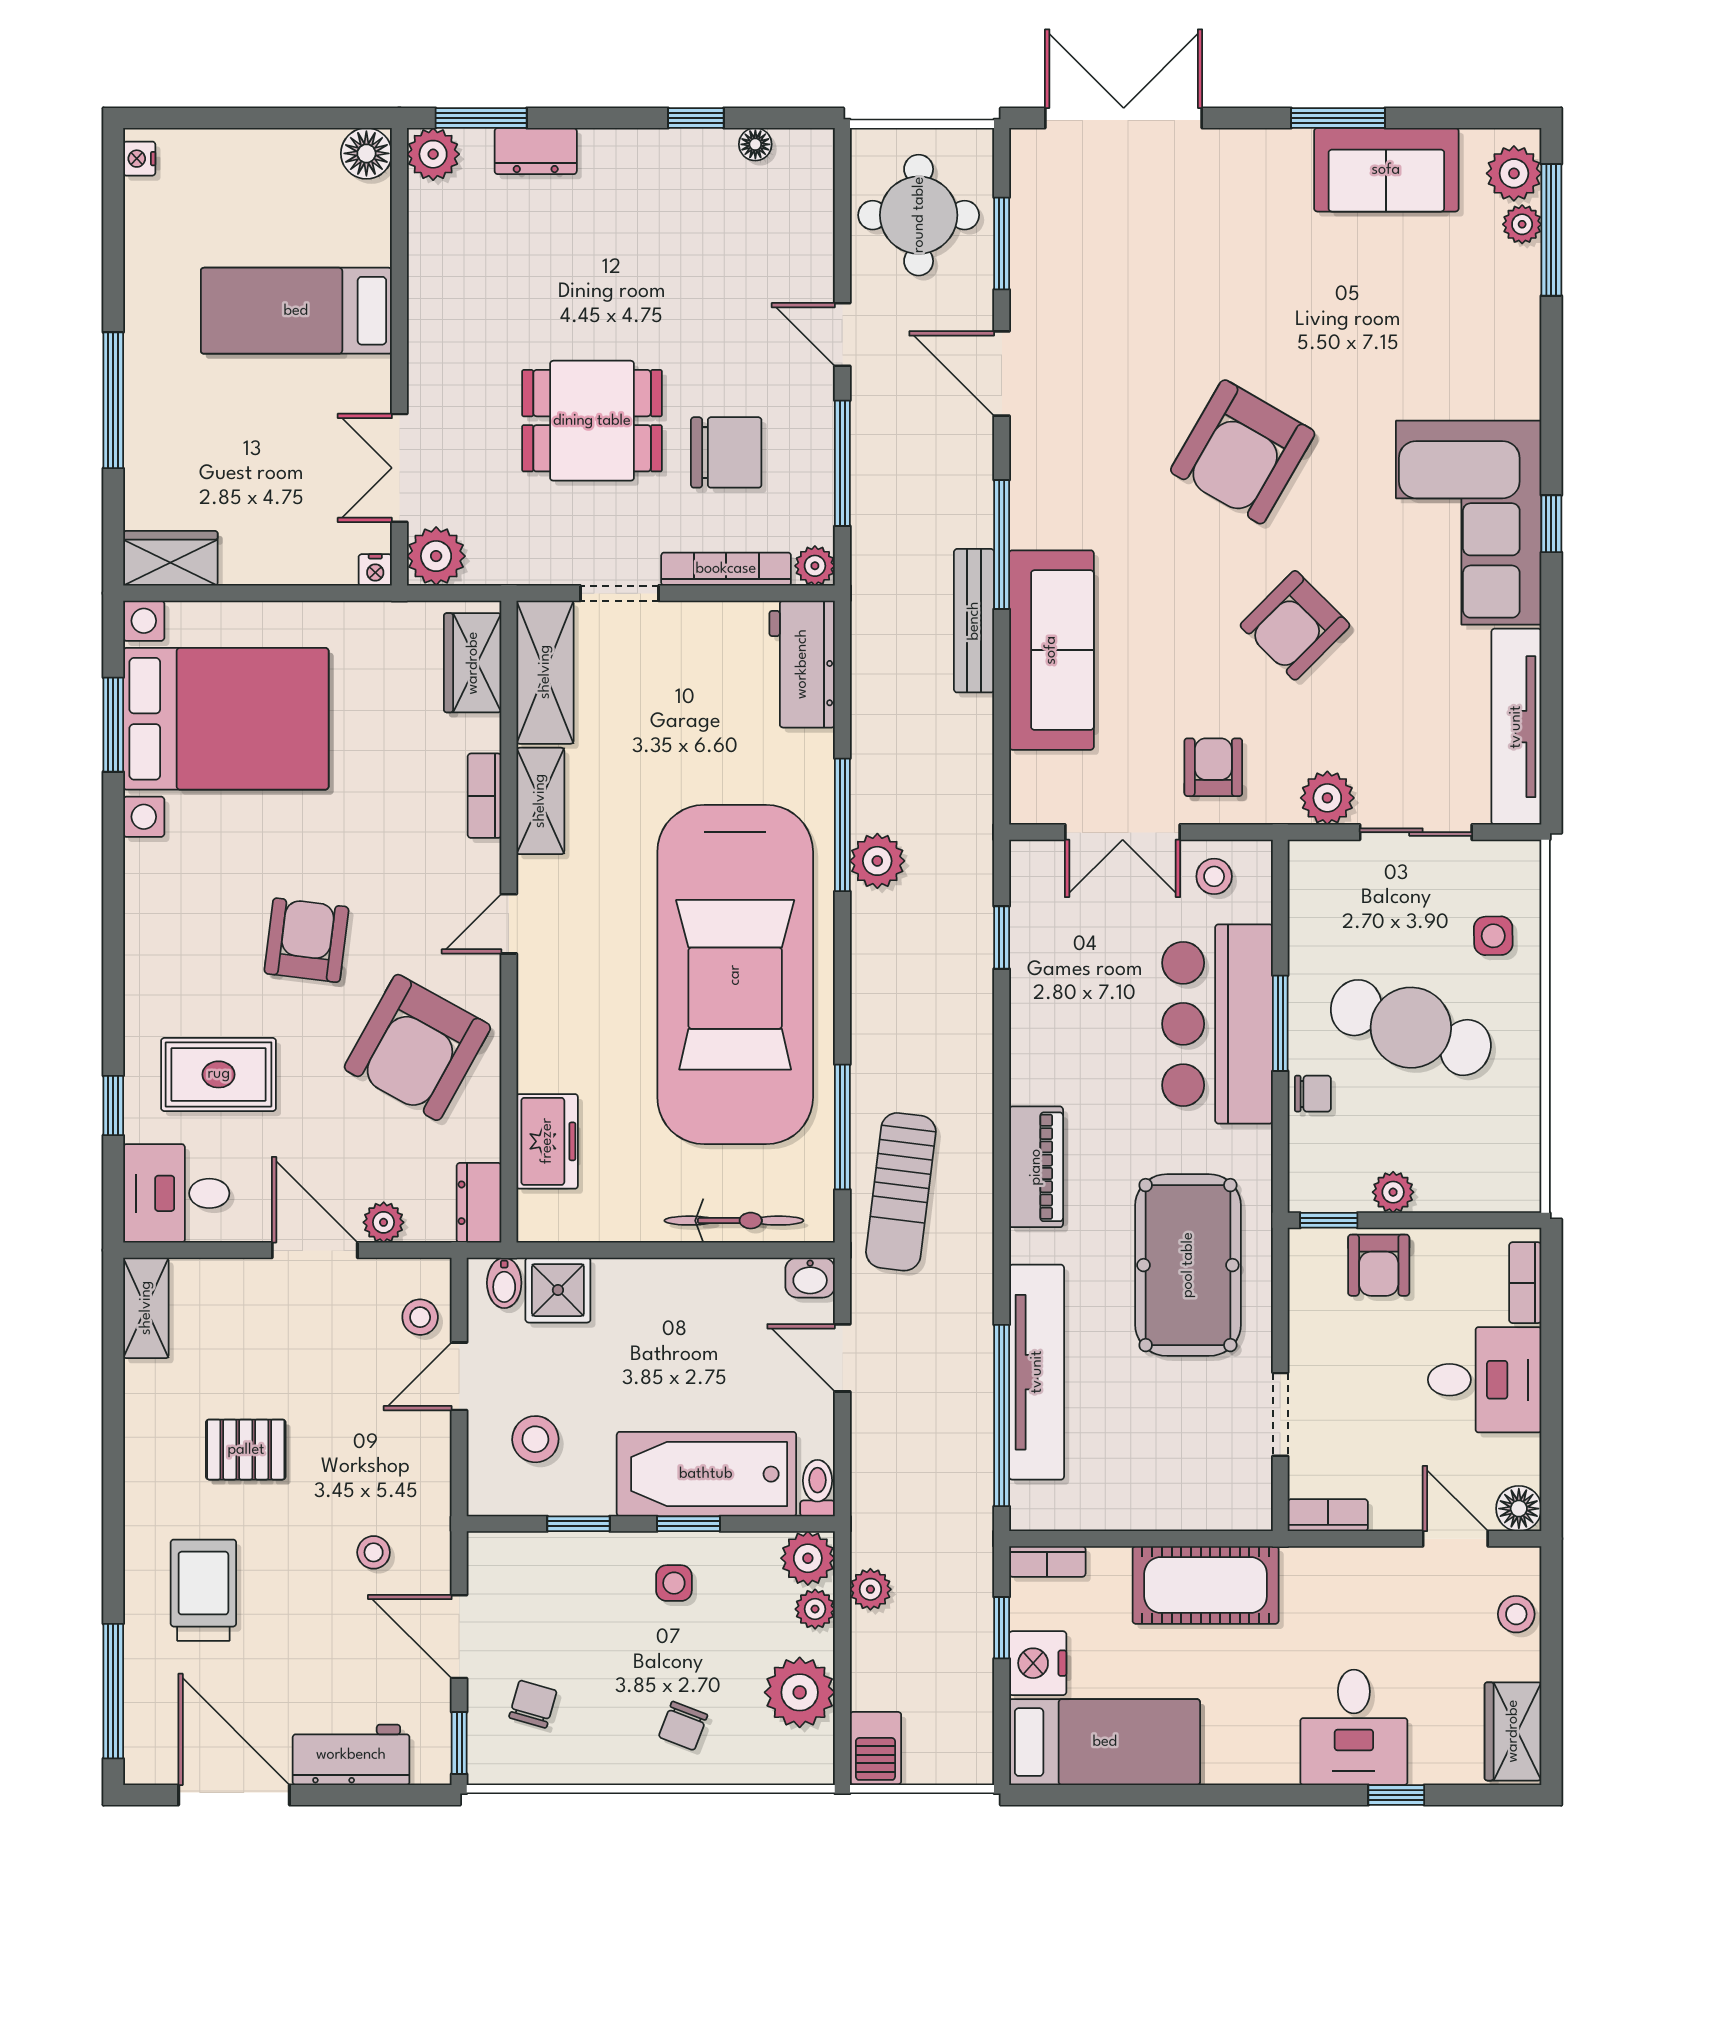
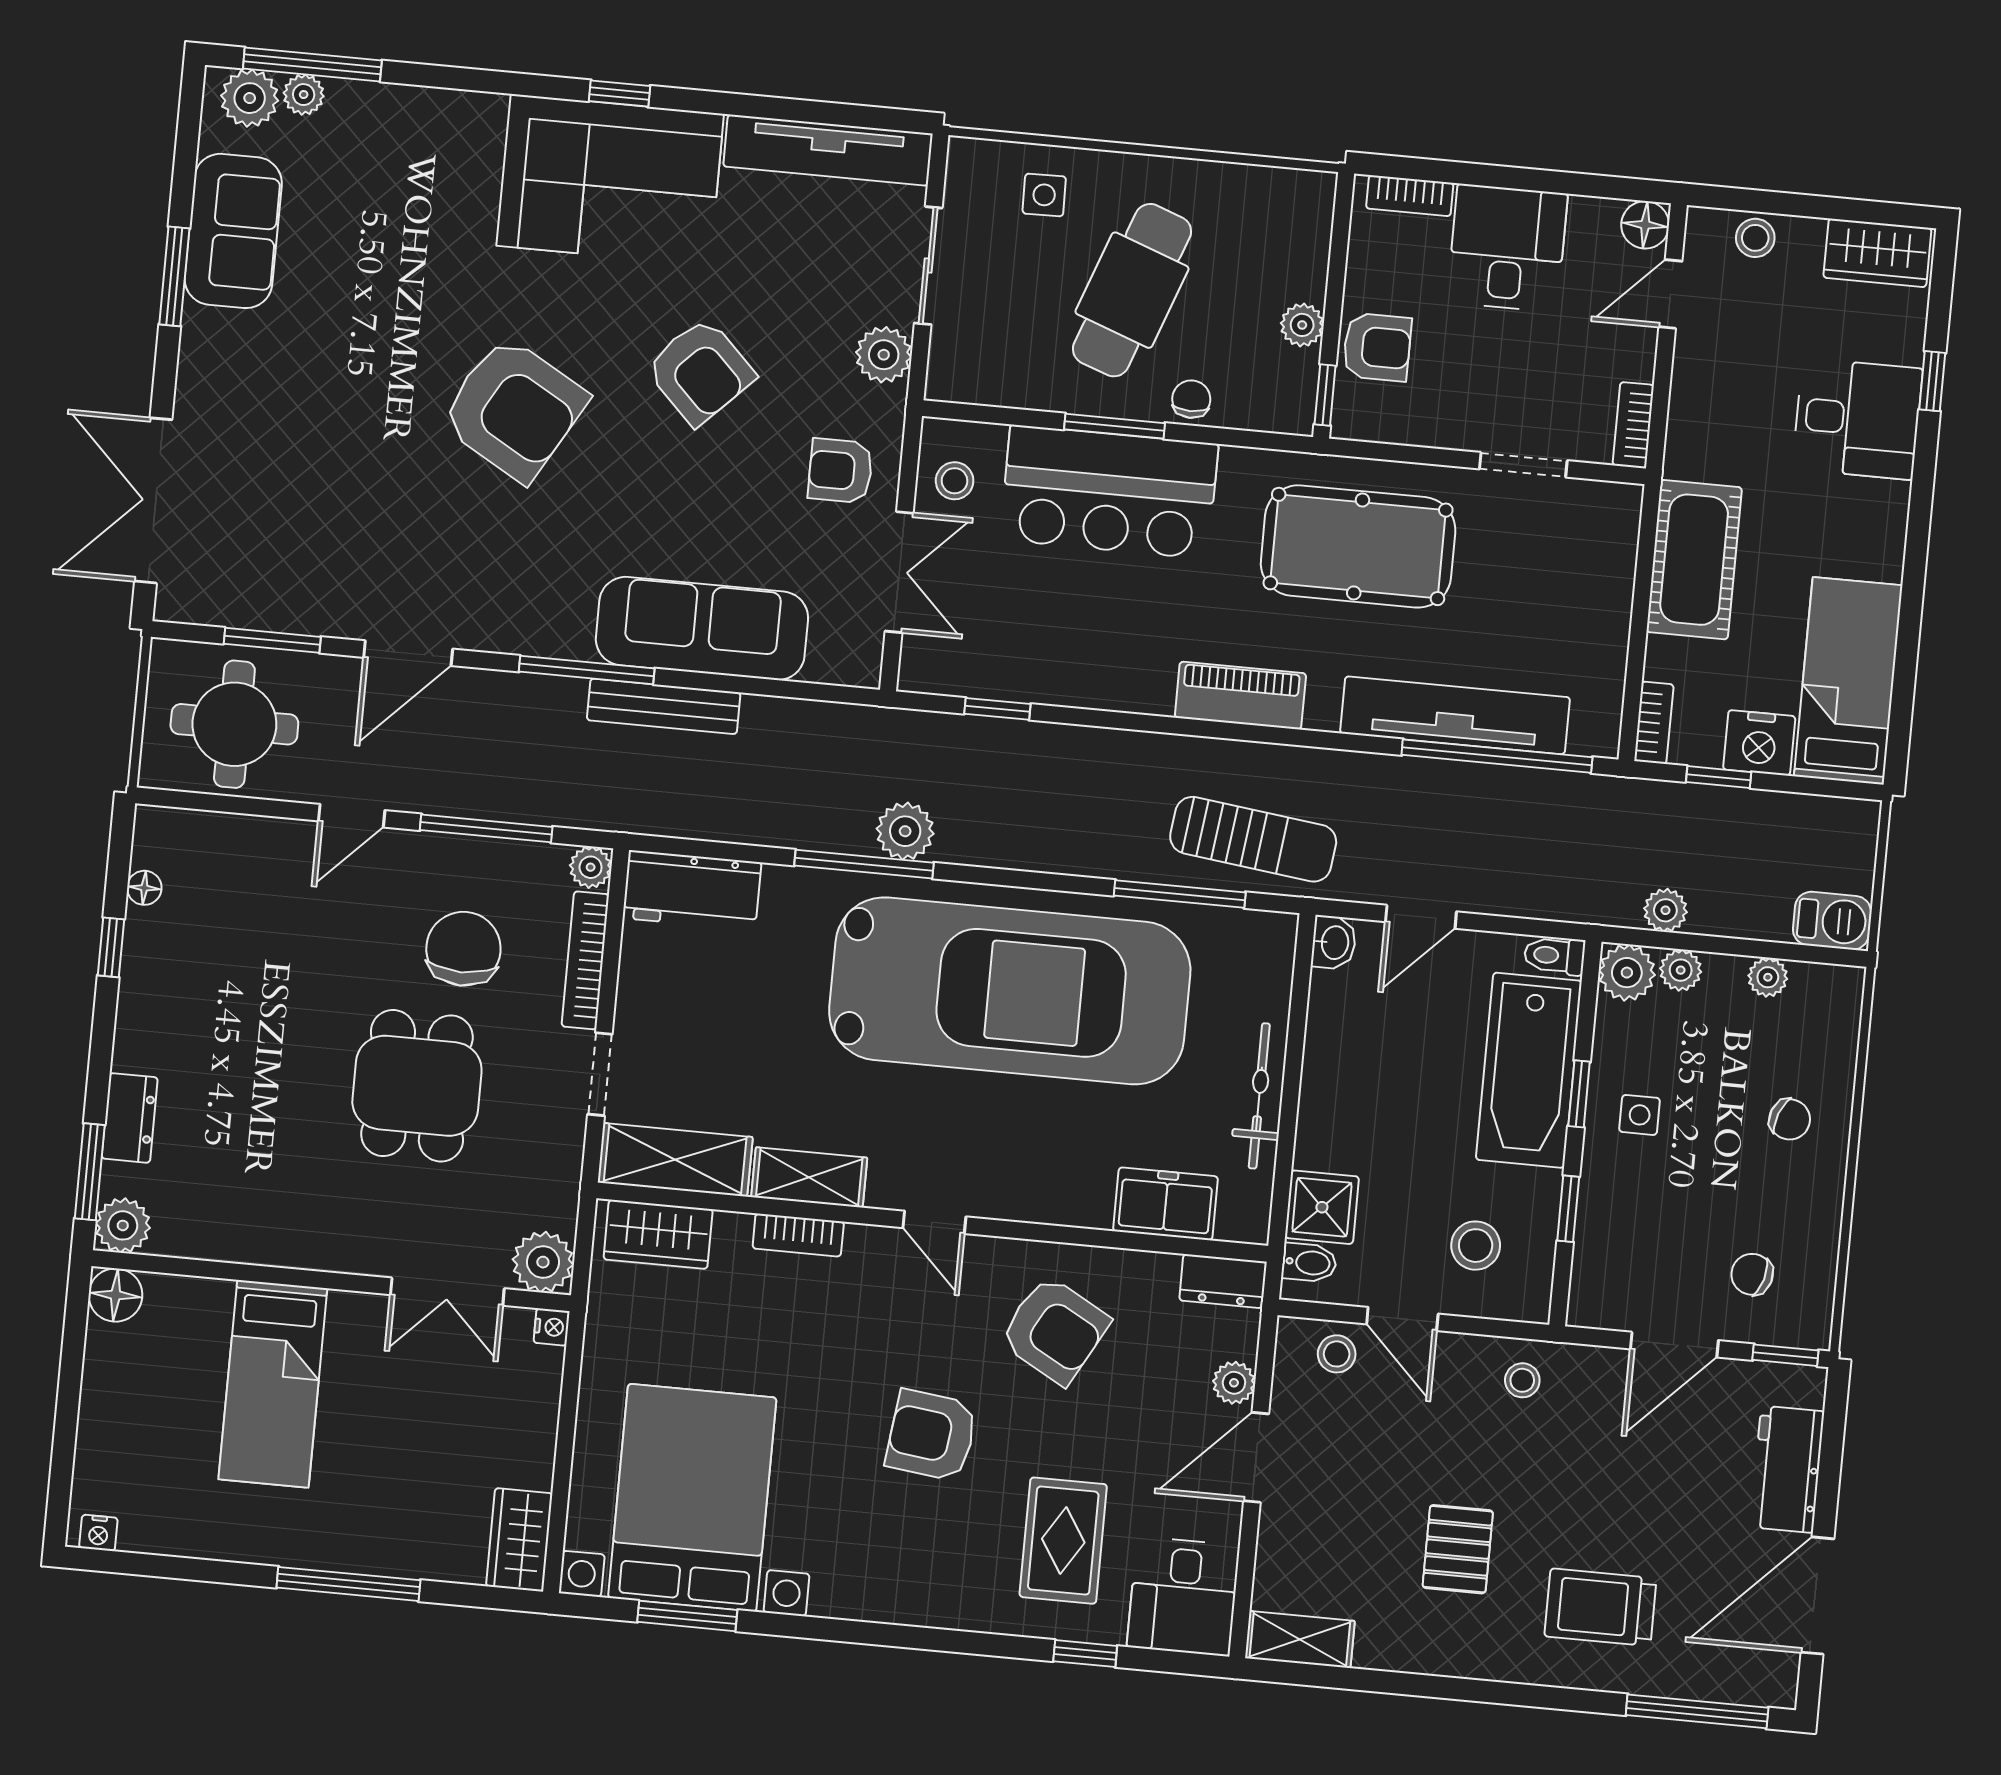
armchair: (417, 1047) -> (1055, 1330), width x0.73, depth x0.73
bicycle: (734, 1221) -> (1259, 1096), moved
stool: (374, 1552) -> (1522, 1380), moved
plant: (800, 1692) -> (1768, 977), width x0.53, depth x0.53

